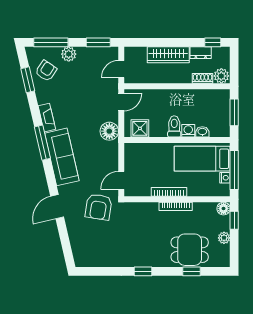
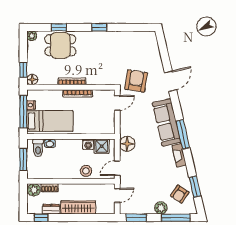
stool: (159, 99) -> (86, 171), added
toilet: (174, 126) -> (38, 148), moved
washing machine: (188, 131) -> (88, 144), moved
plant: (224, 238) -> (32, 36), moved

